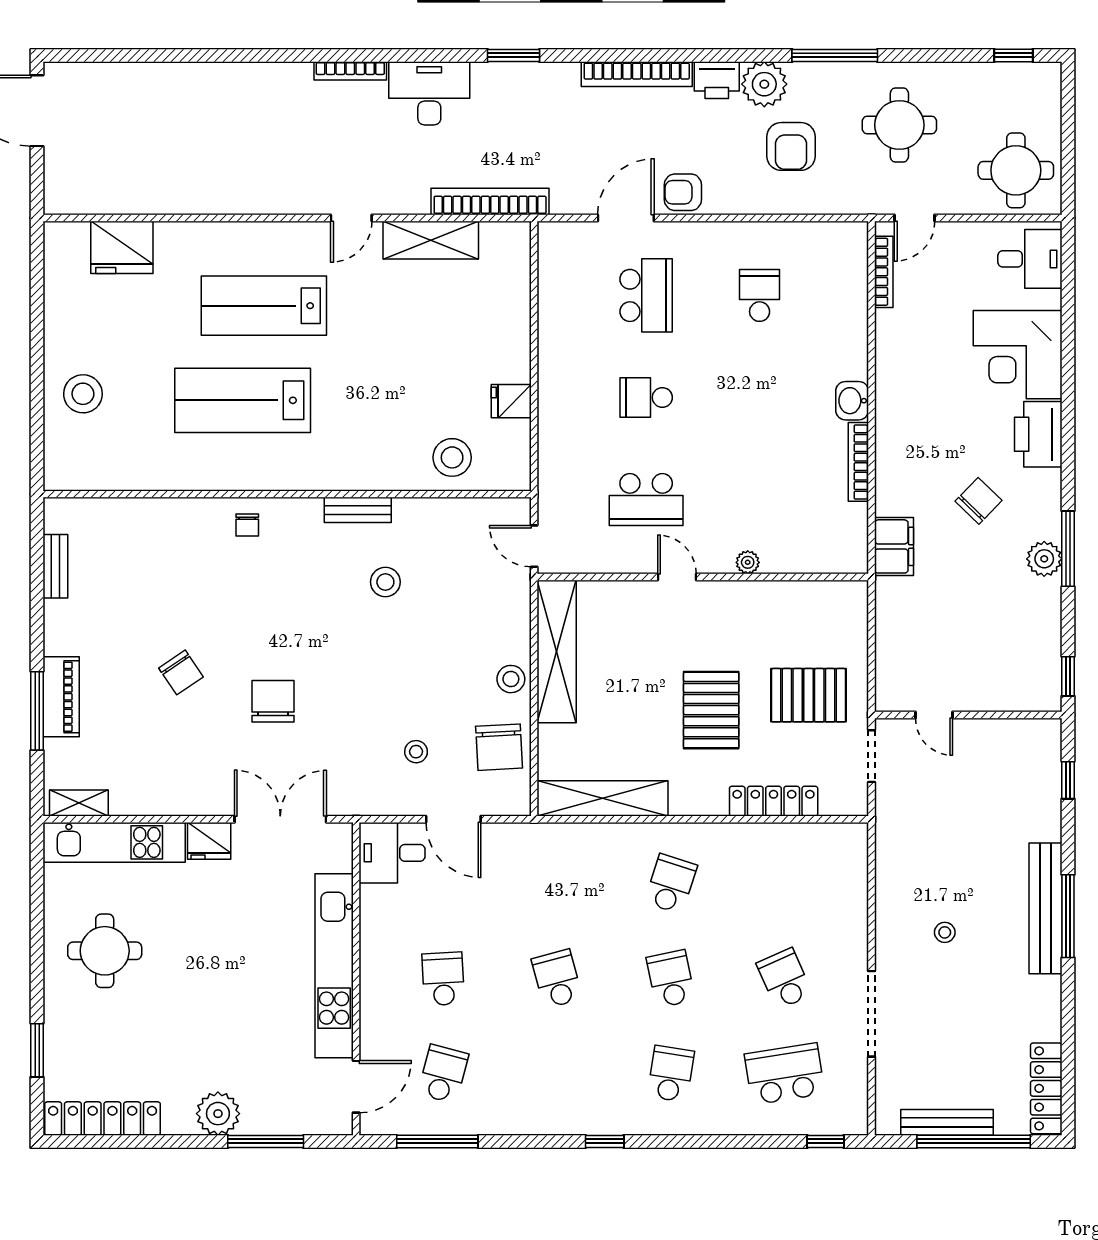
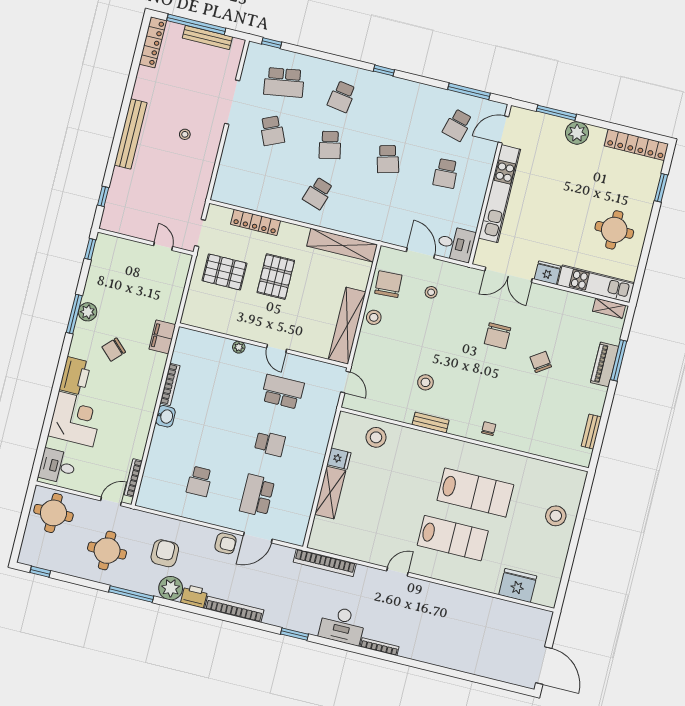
shelving: (431, 240) -> (330, 492), moved, turned 90
window: (1068, 916) -> (120, 127), removed

